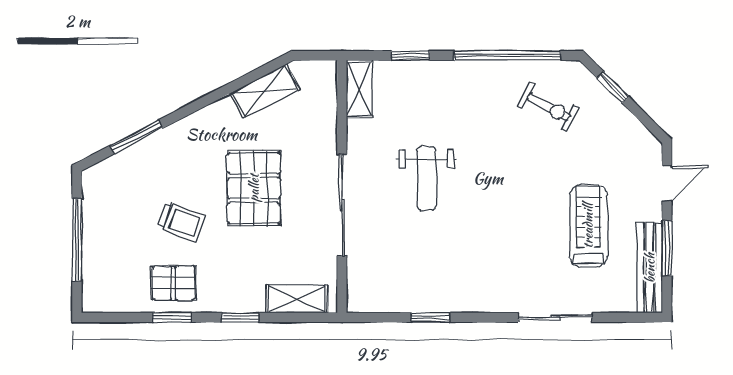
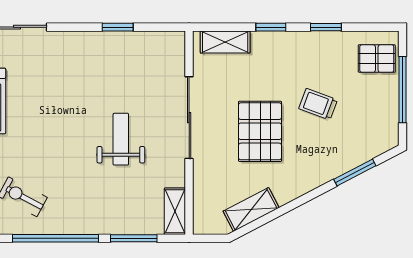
window: (410, 56) -> (134, 238), width x1.50
pallet: (173, 283) -> (377, 59), moved

